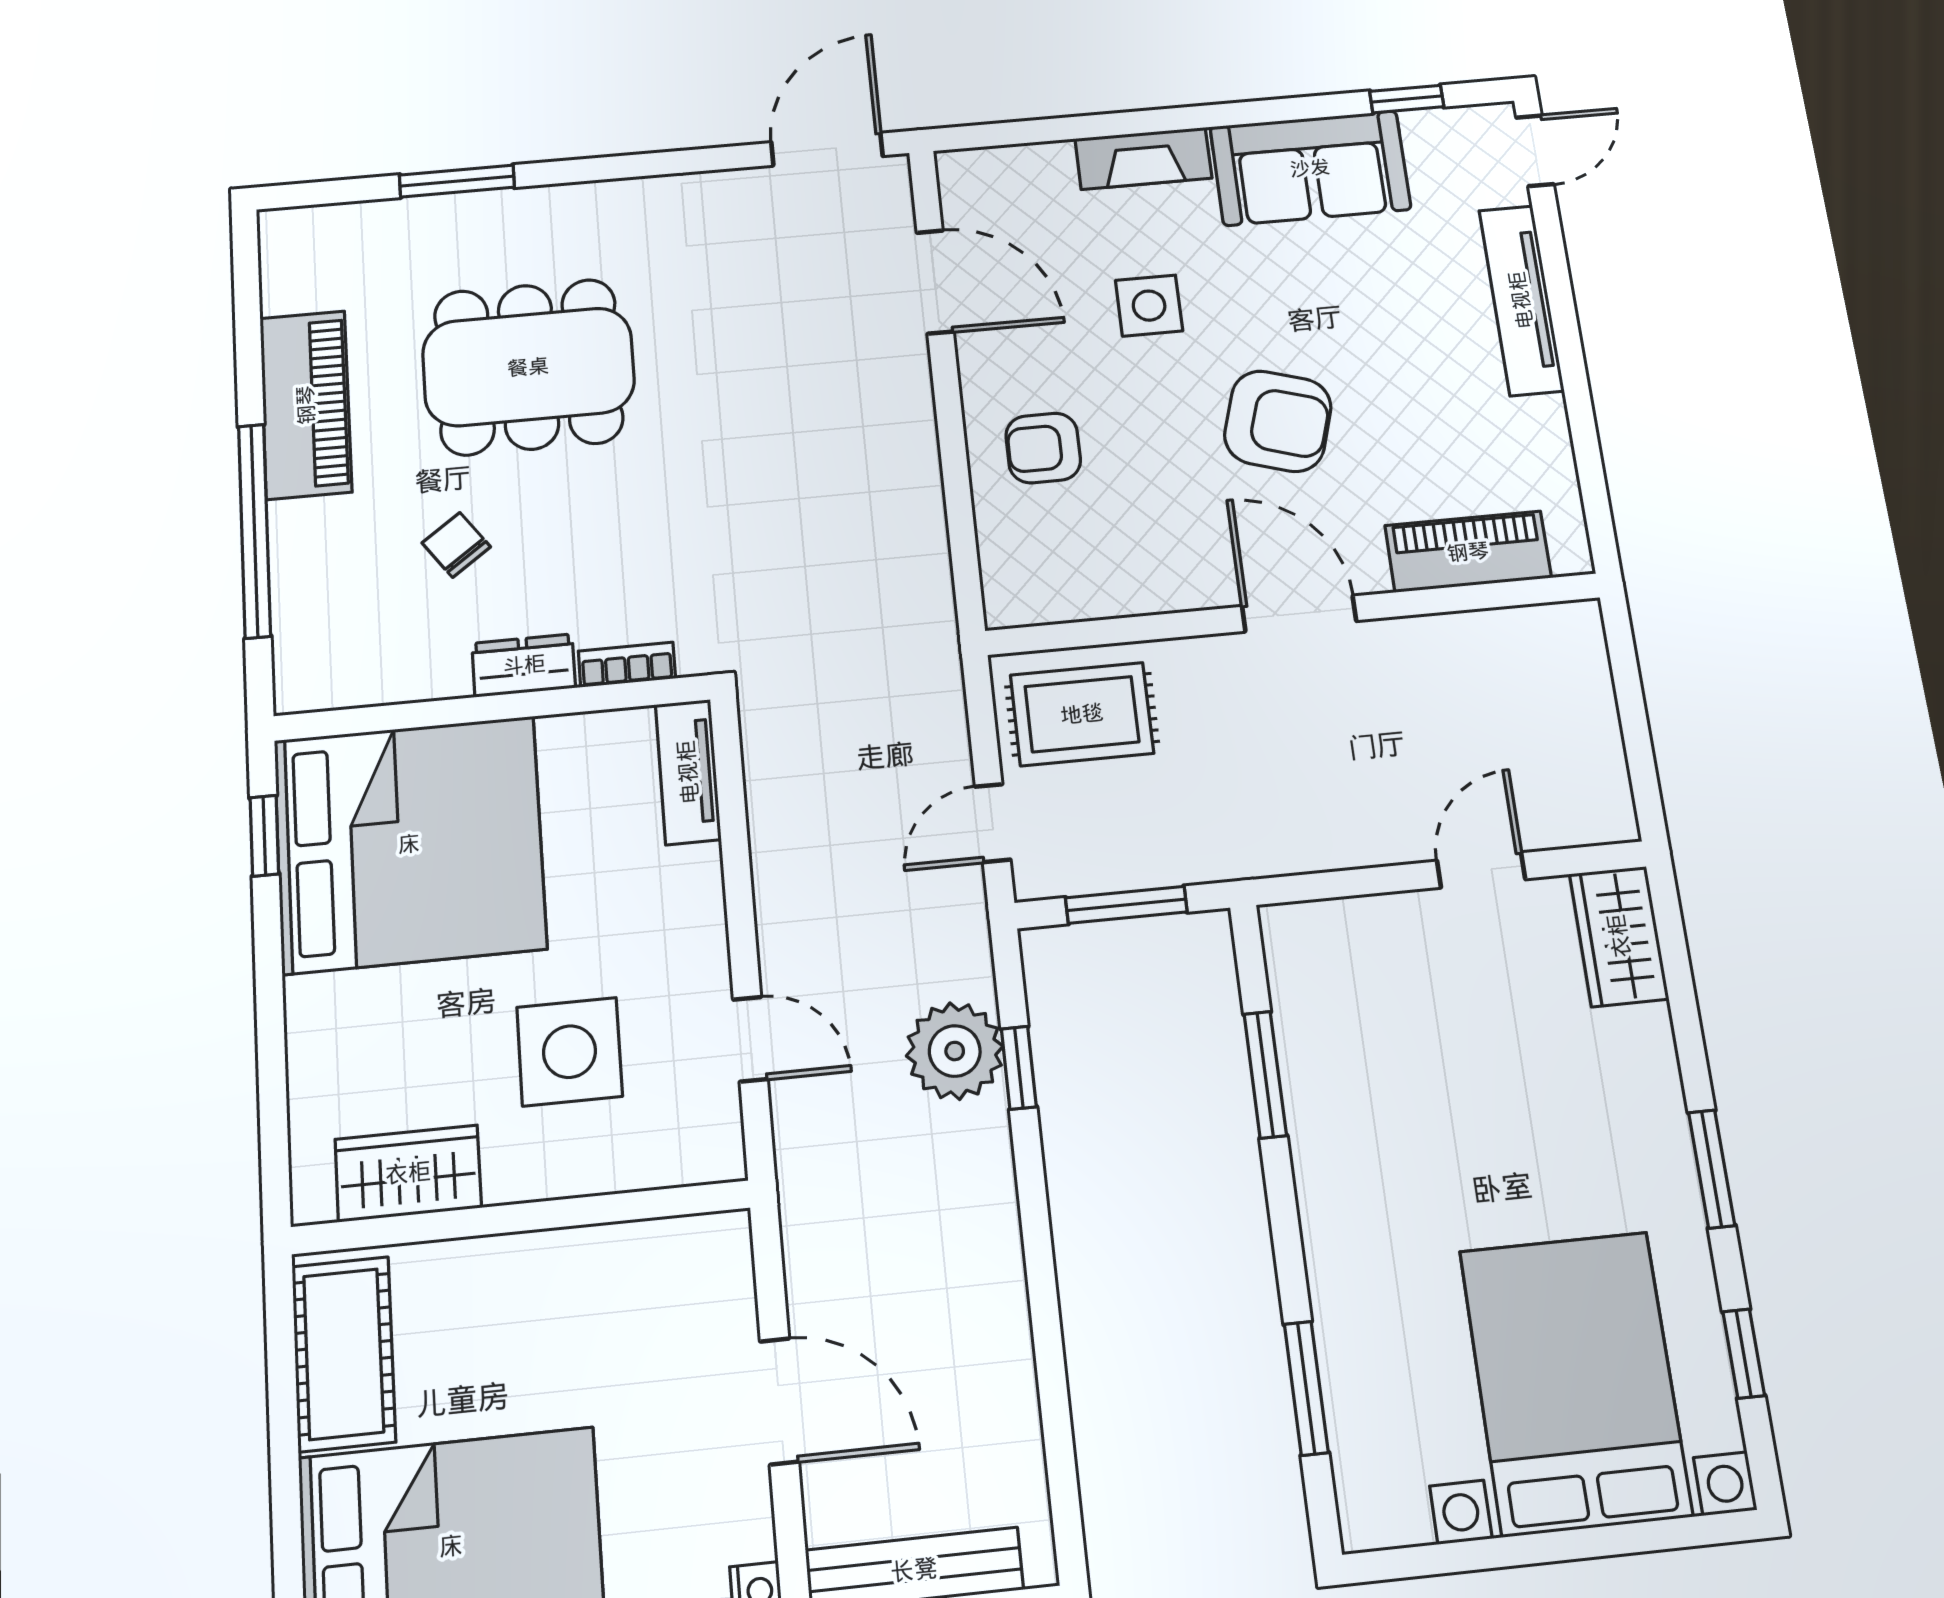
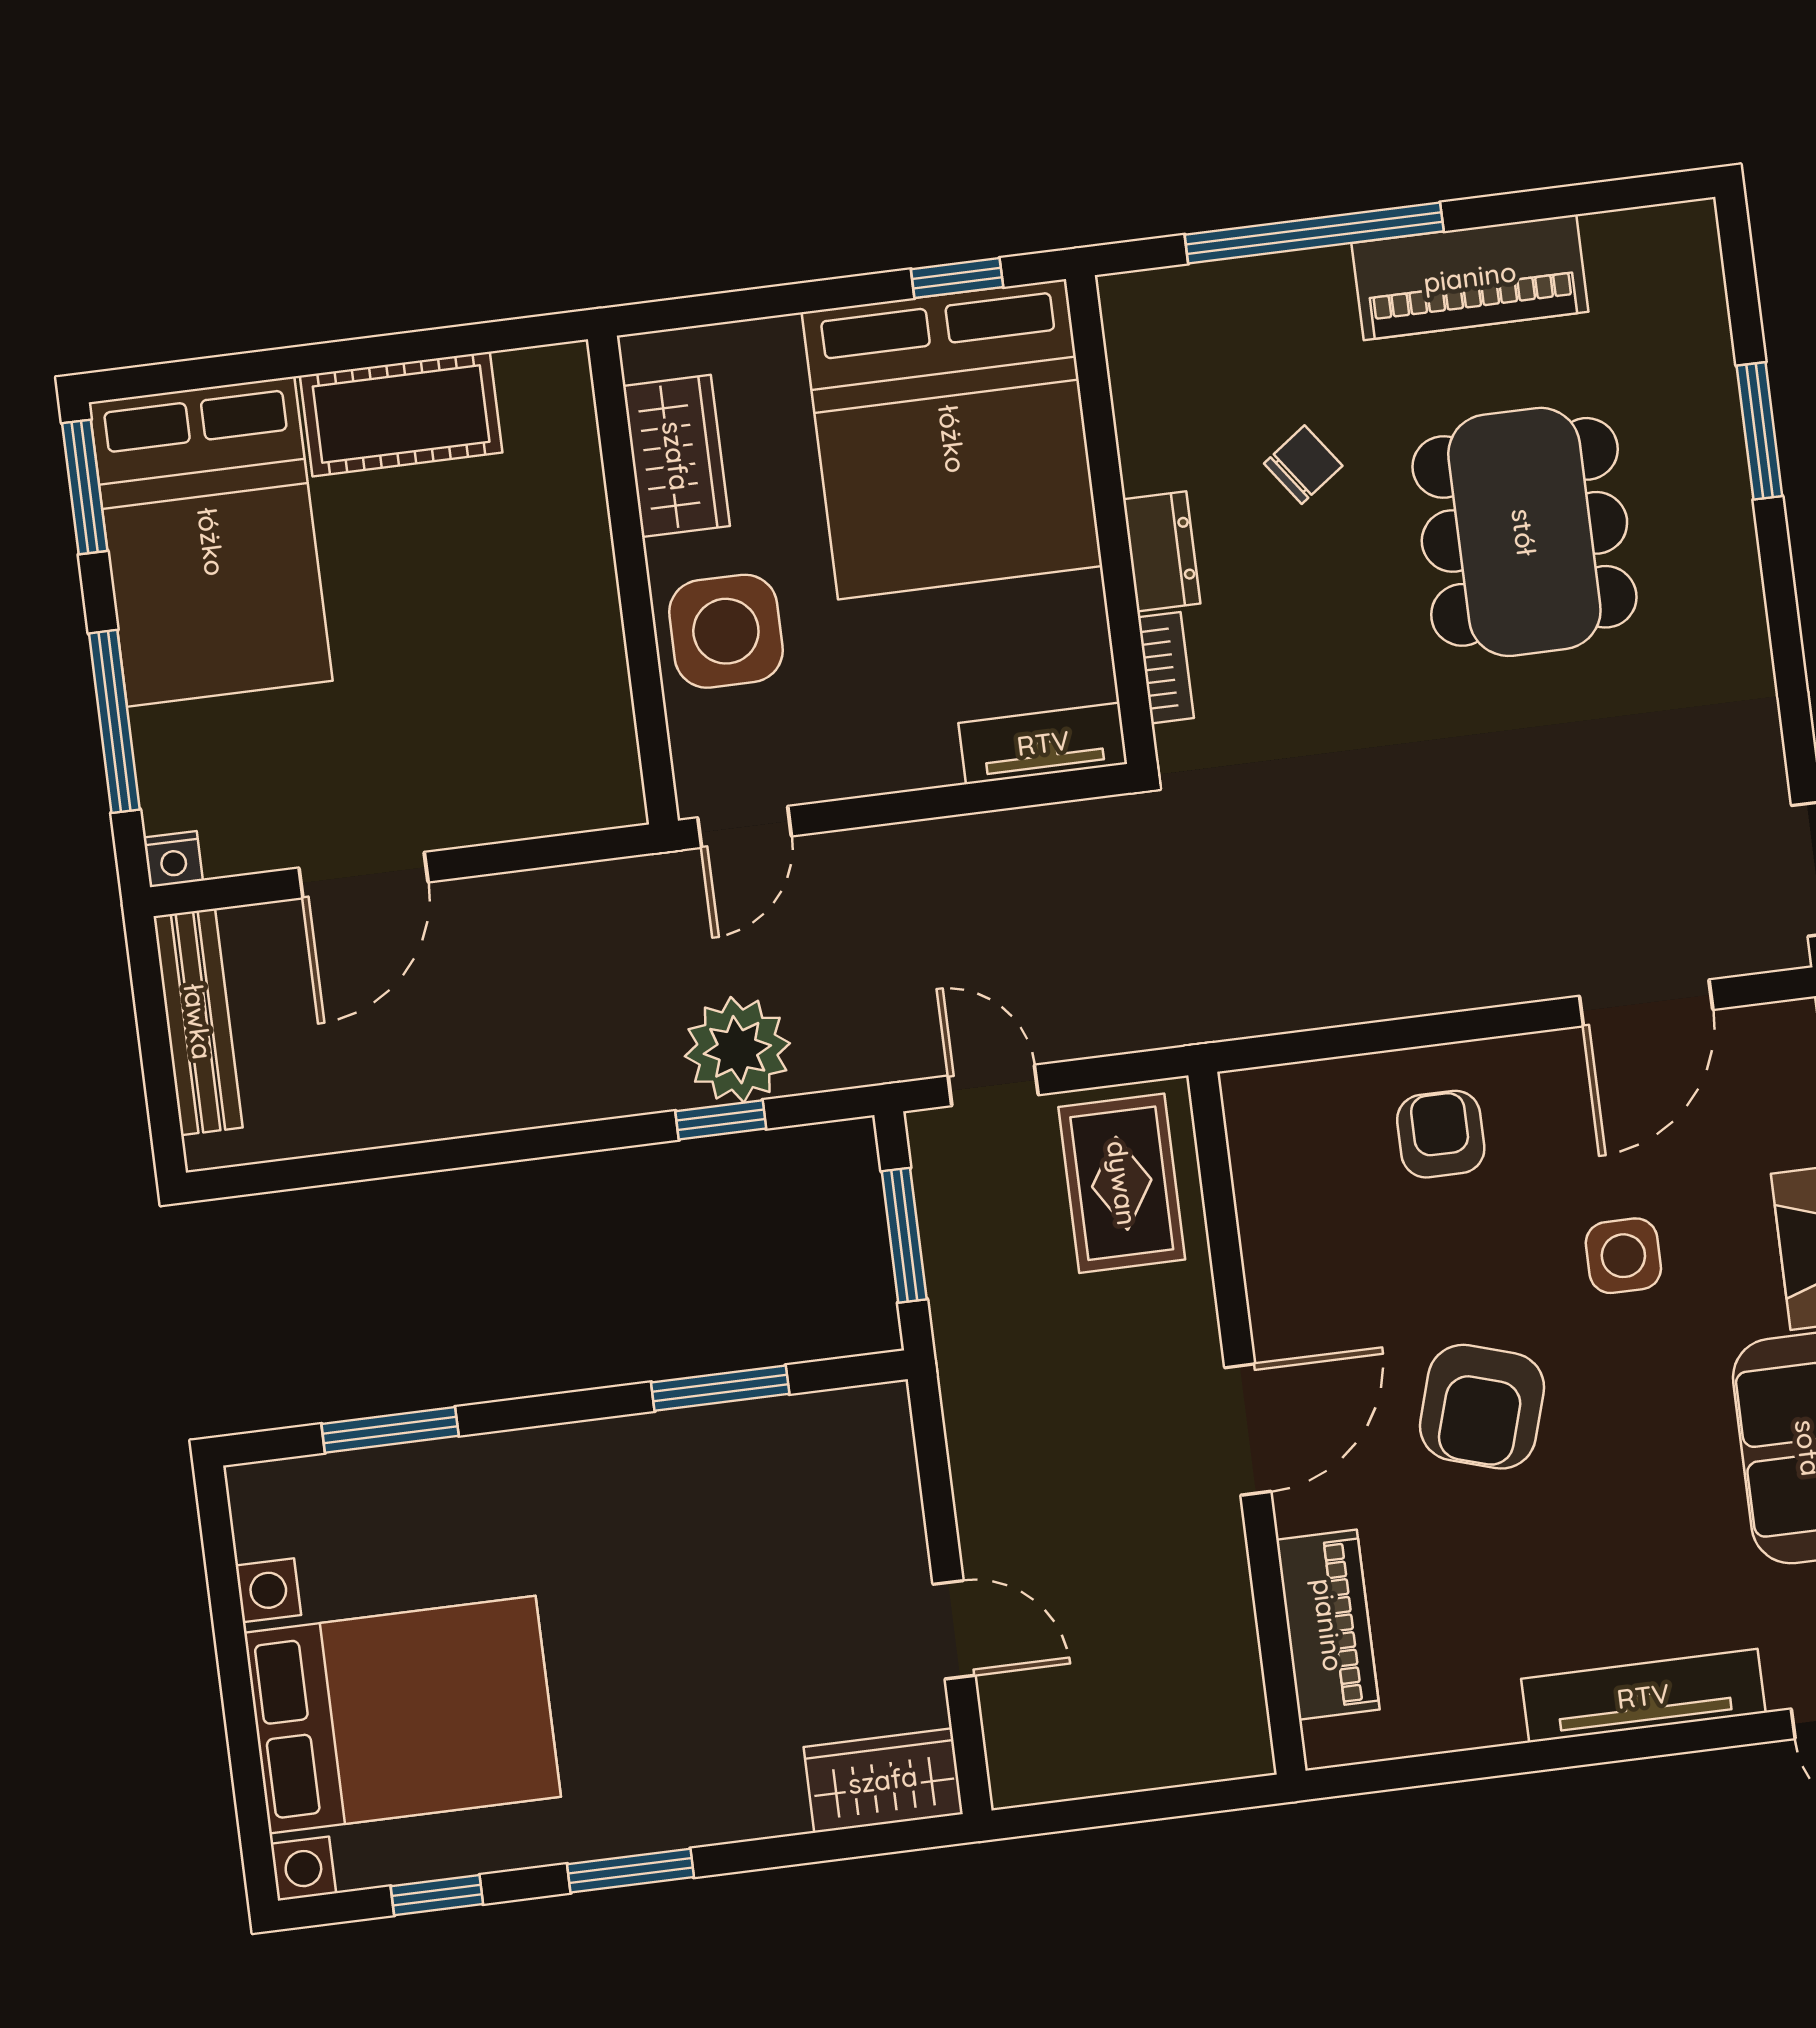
wardrobe: (408, 1173) -> (676, 456), moved
wall: (521, 1217) -> (633, 580), moved

